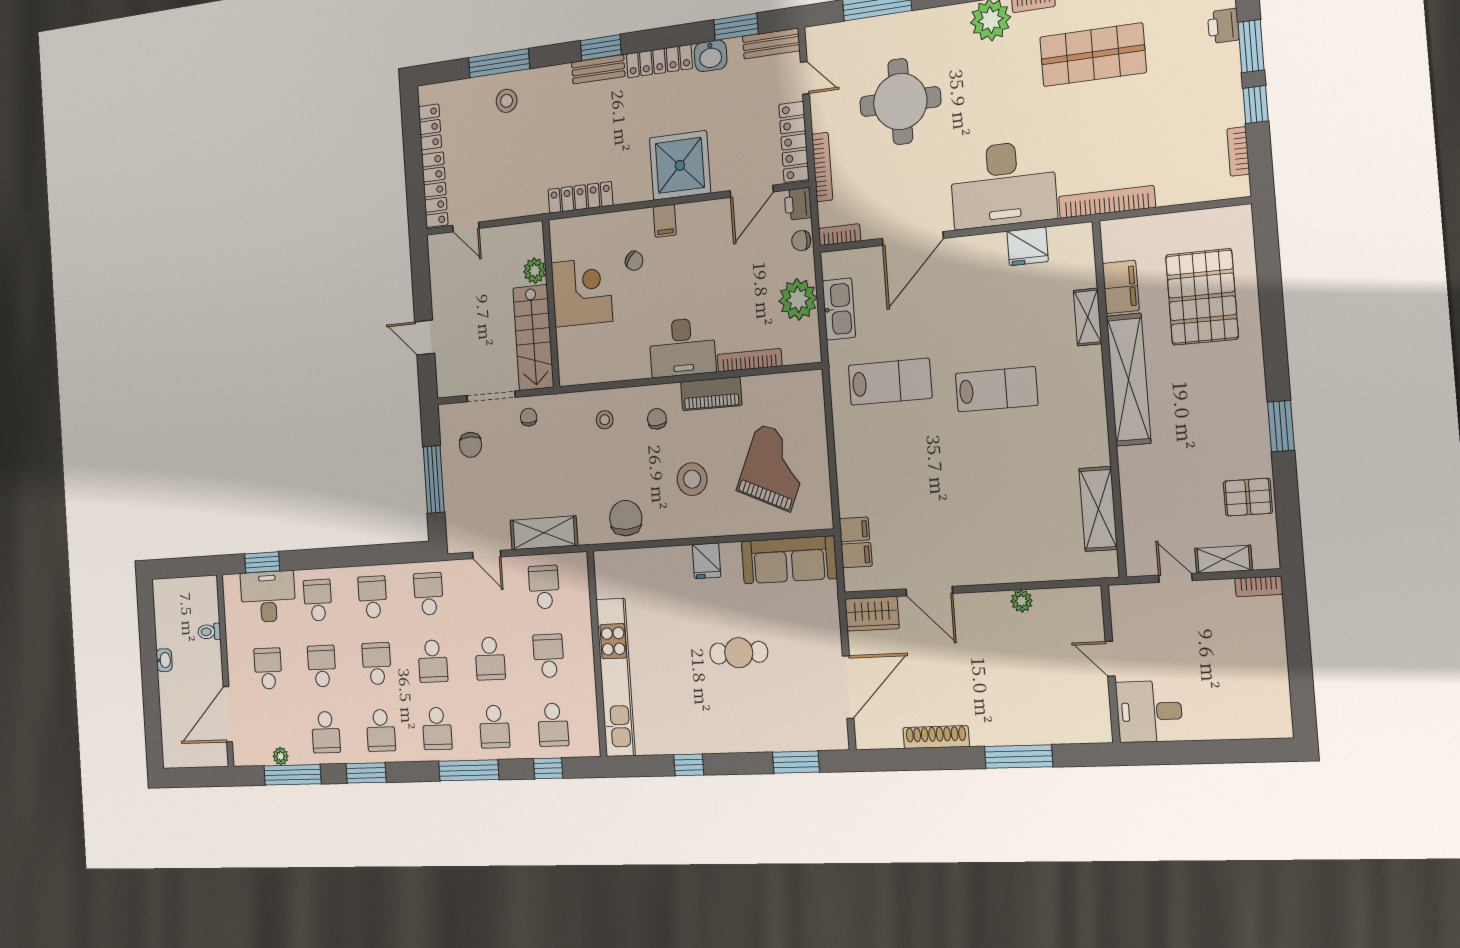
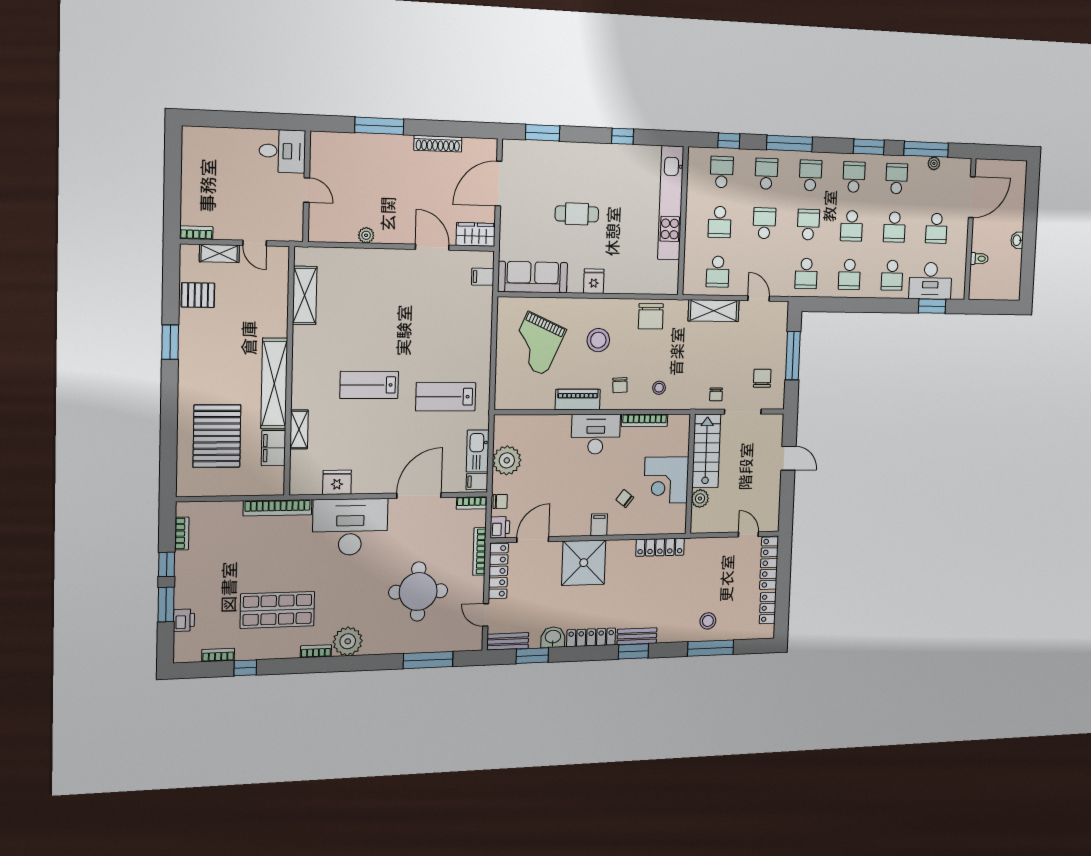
bookcase: (749, 360) -> (645, 420), moved
filing cabinet: (854, 529) -> (477, 482), moved

